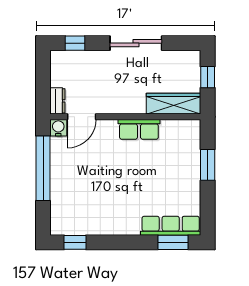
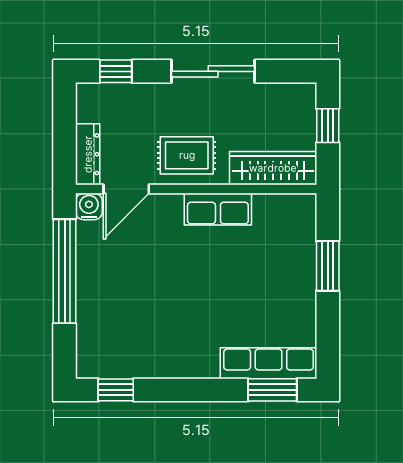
rug: (119, 96) -> (187, 155), added
dresser: (57, 101) -> (88, 154), width x1.44

